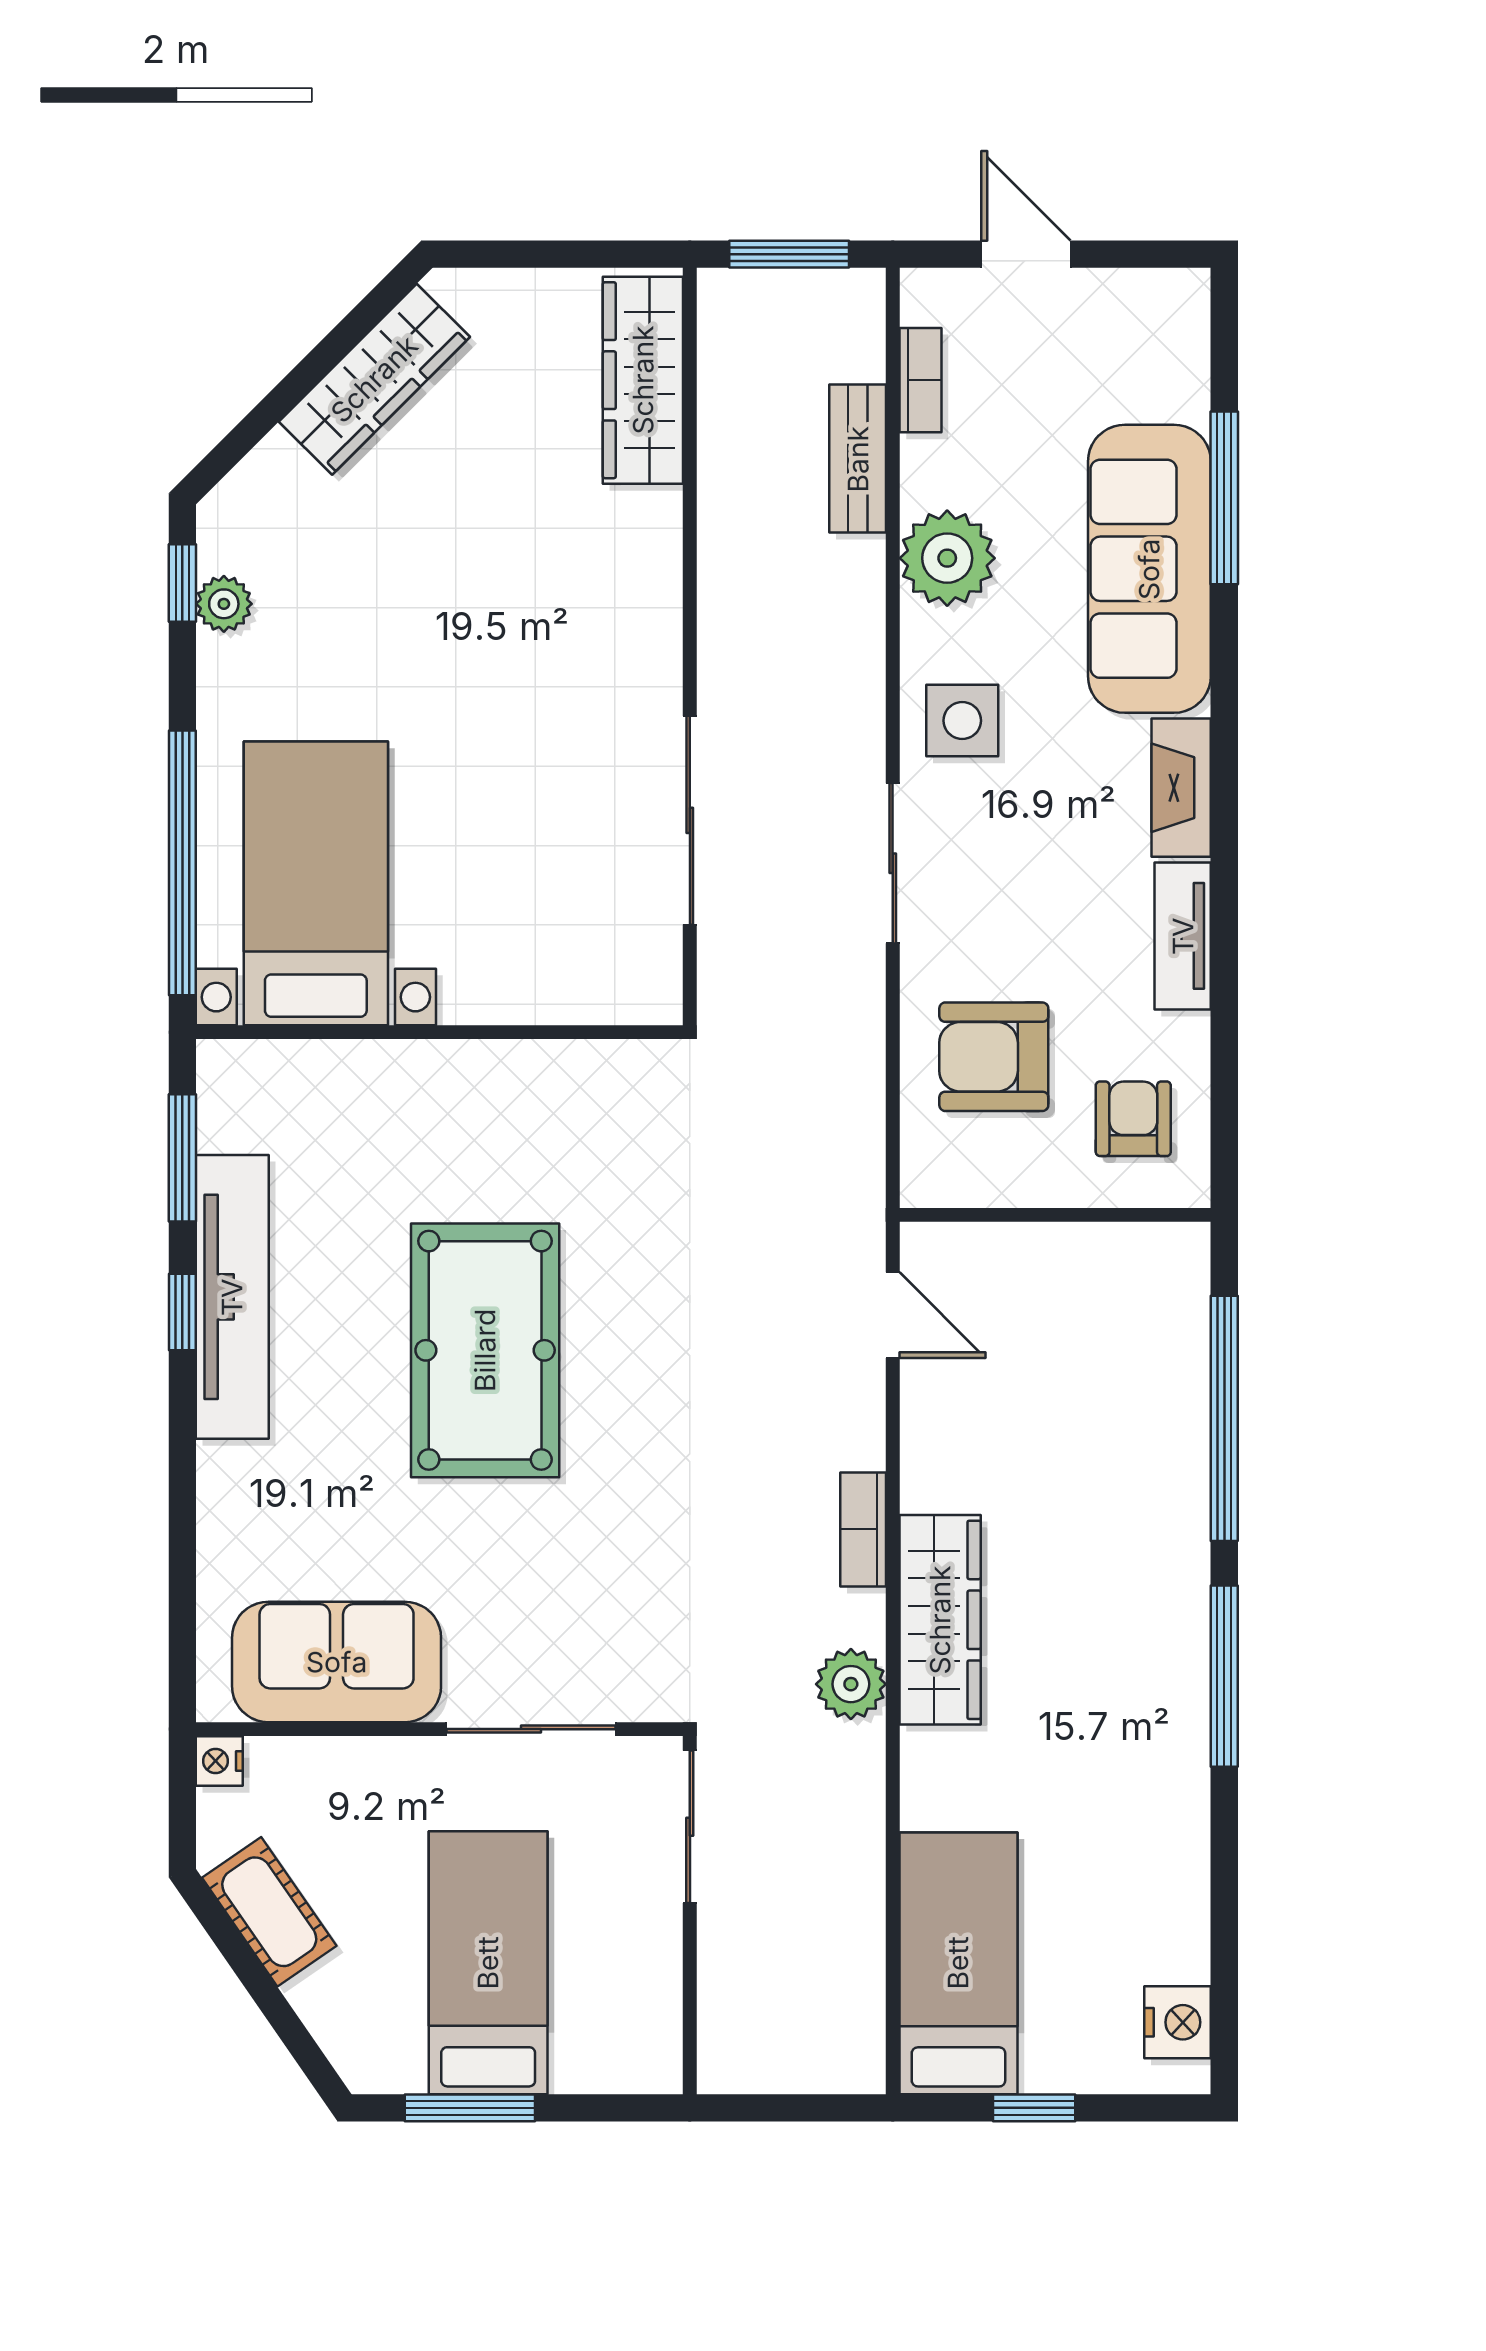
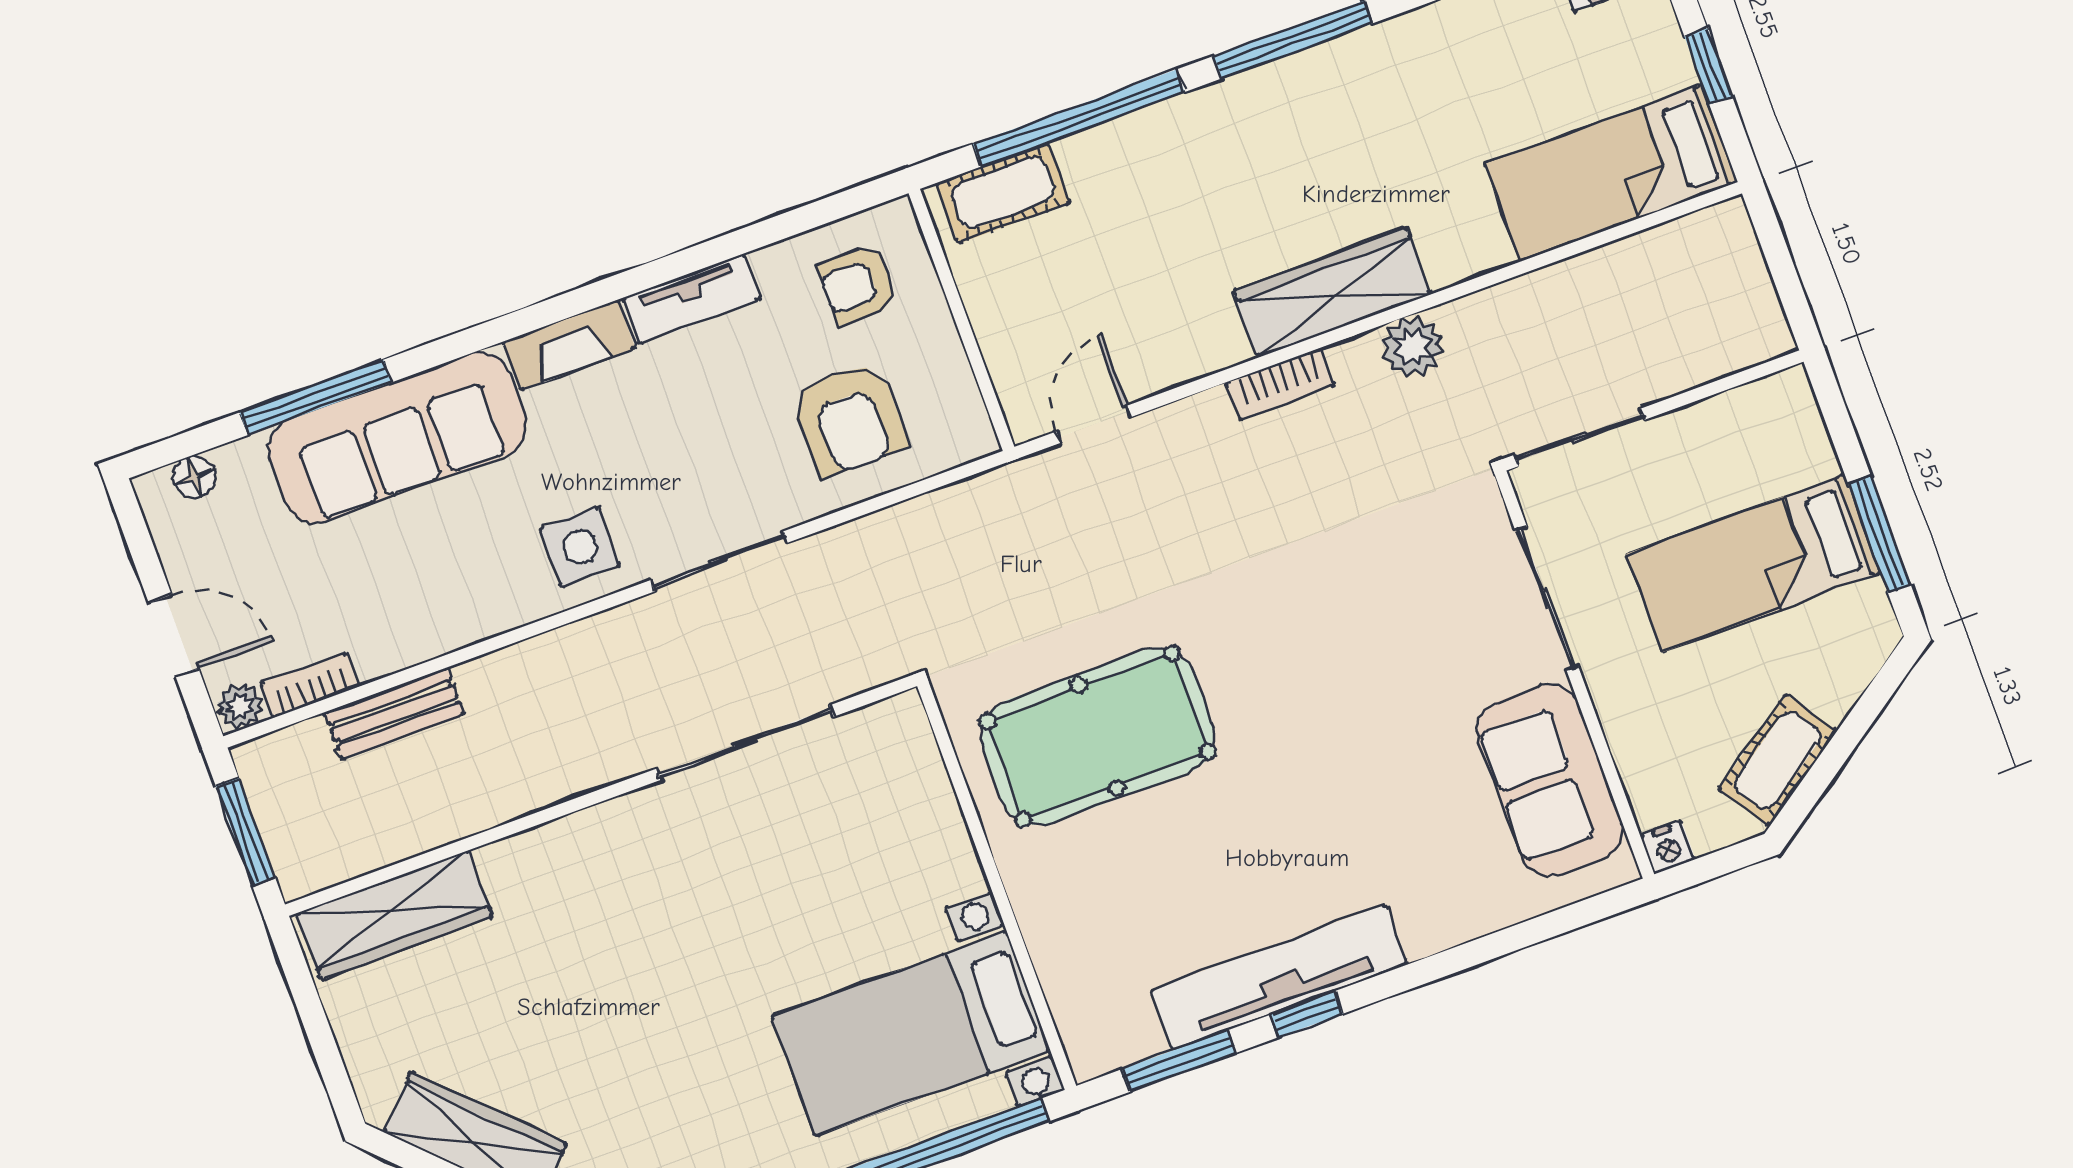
door: (1026, 254) -> (174, 636), swing flipped
floor lamp: (1187, 338) -> (194, 477), added
plant: (947, 558) -> (240, 706), moved, width x0.53, depth x0.53
cot: (1174, 1309) -> (1003, 193), added
pool table: (485, 1350) -> (1098, 736), moved

